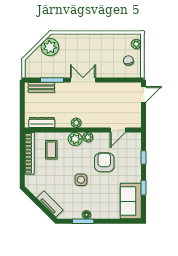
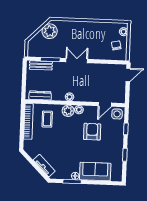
side table: (81, 180) -> (117, 114), moved
sofa: (131, 201) -> (95, 171), moved, turned 90

